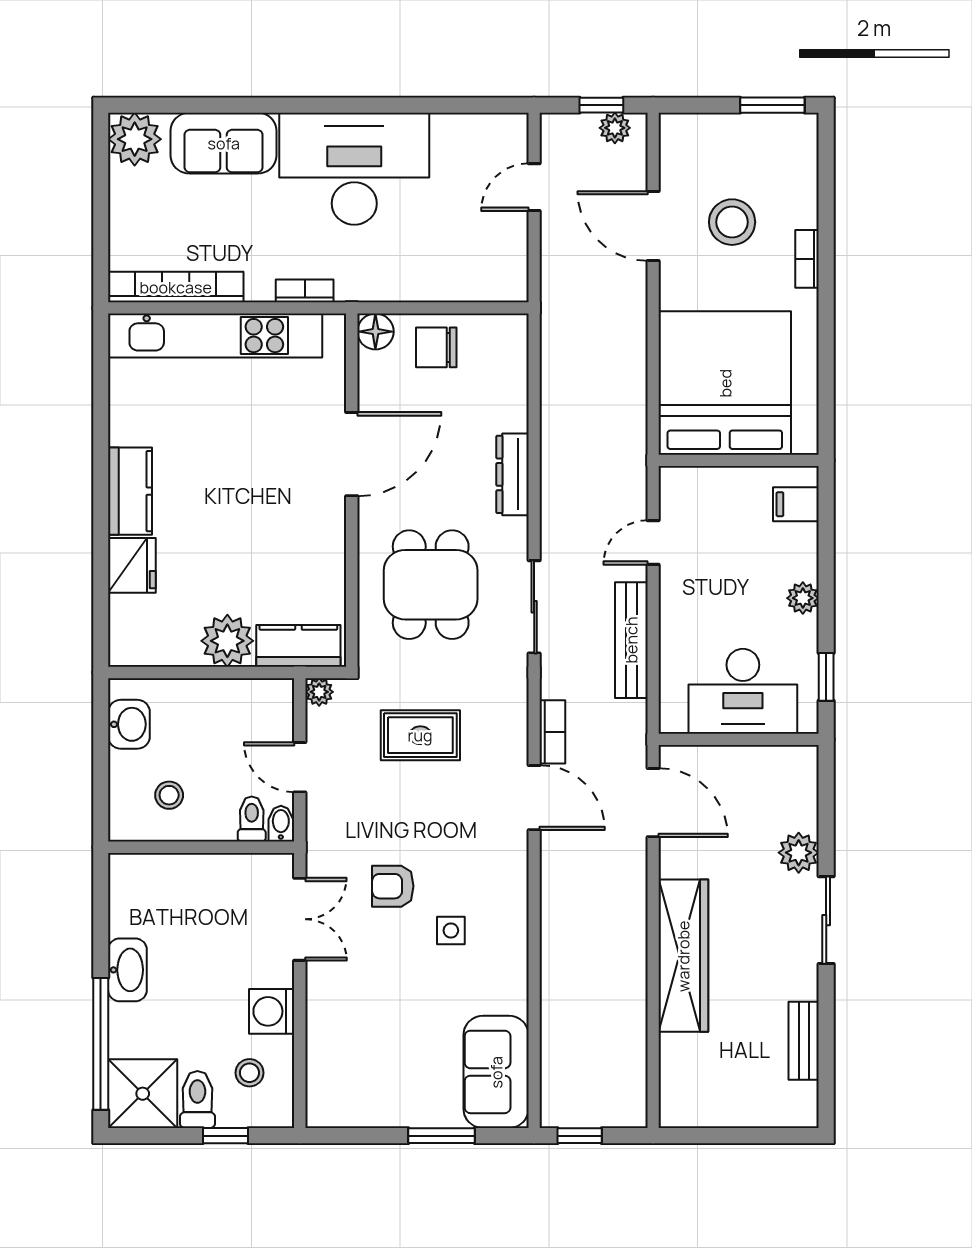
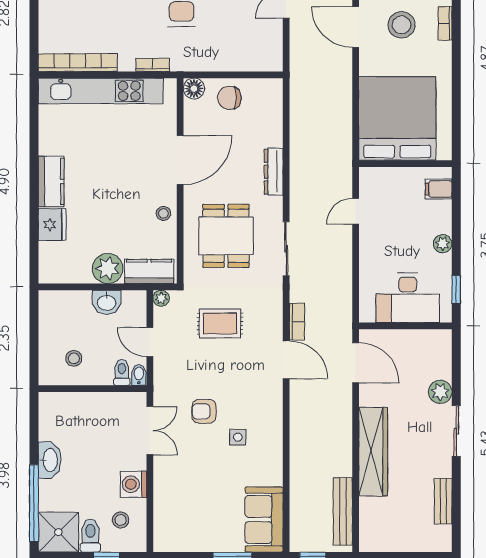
bookcase: (807, 259) -> (445, 23), moved
stool: (323, 546) -> (163, 213), added
bench: (631, 640) -> (343, 512), moved
washbasin: (129, 724) -> (107, 302), moved, turned 90

